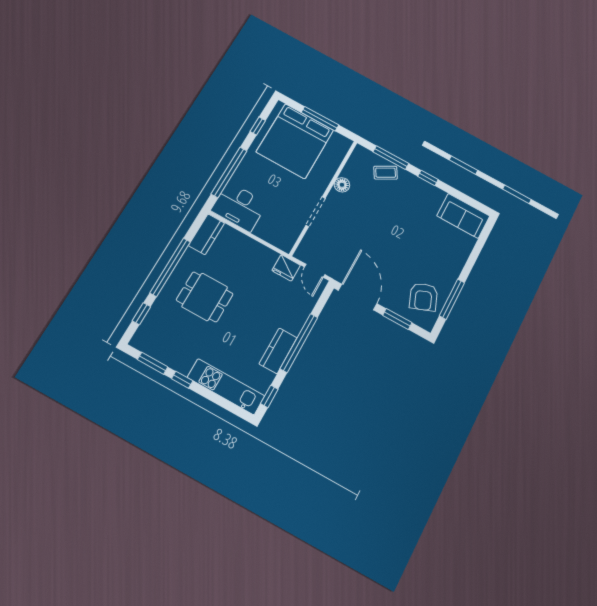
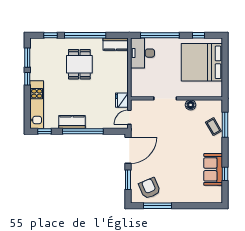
window: (320, 119) -> (225, 69), removed
window: (428, 178) -> (225, 174), moved
sofa: (463, 216) -> (213, 169), moved
armchair: (423, 297) -> (150, 188), turned 88

